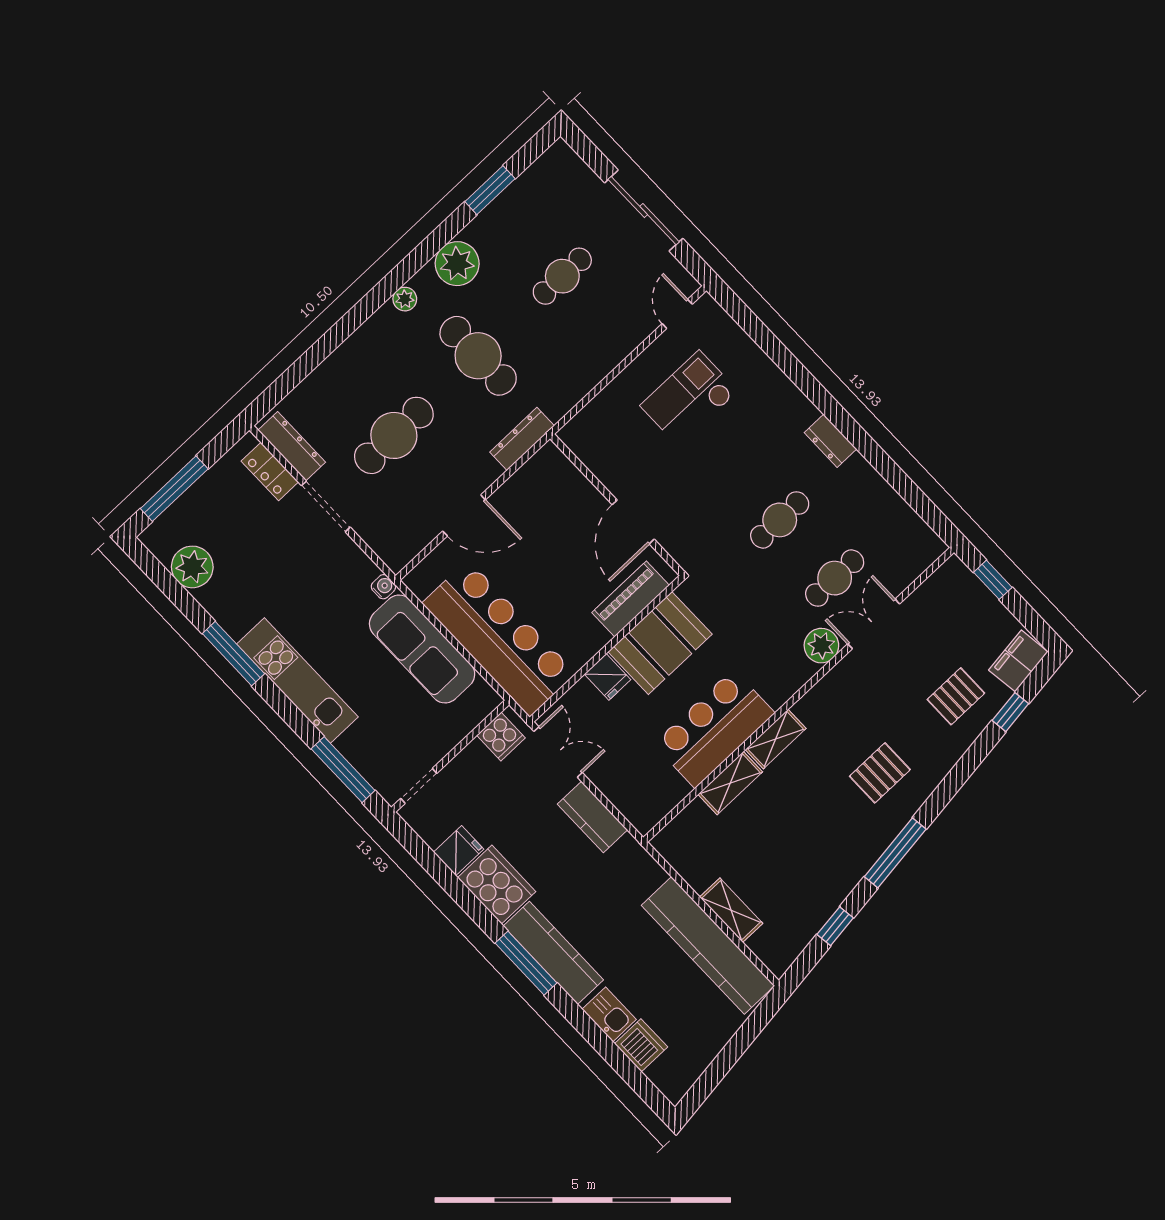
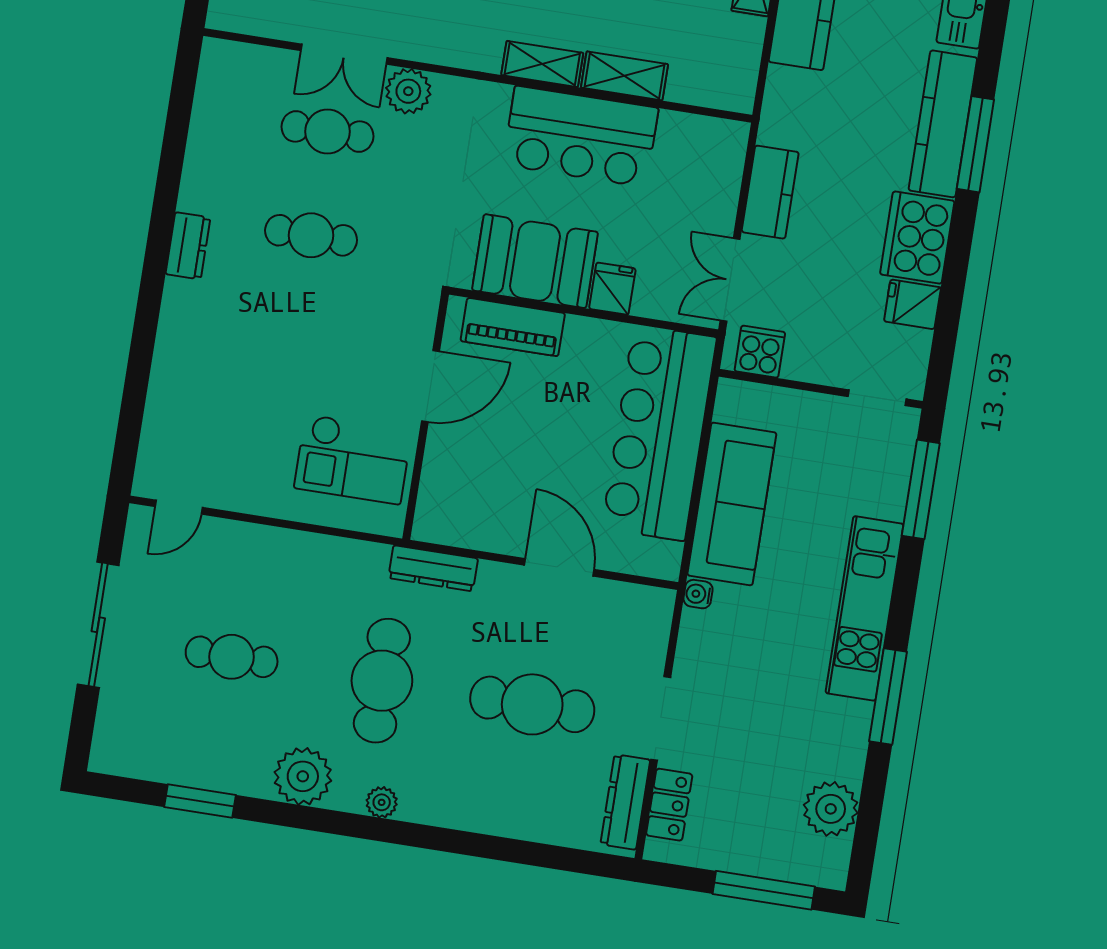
checkout: (689, 398) -> (353, 459), moved

